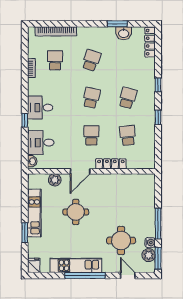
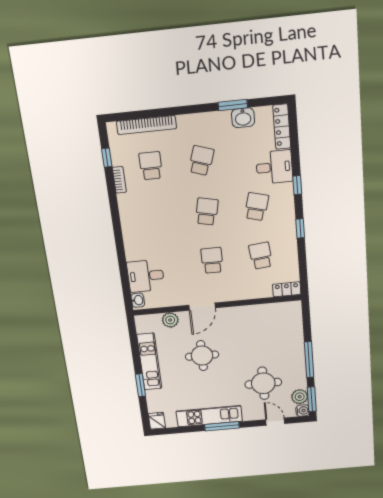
desk: (40, 108) -> (274, 167), moved, turned 180
window: (25, 120) -> (107, 158), moved
locker: (111, 164) -> (287, 289), moved, width x0.66
water cooler: (150, 243) -> (302, 411), moved
window: (85, 276) -> (222, 426), width x0.68

